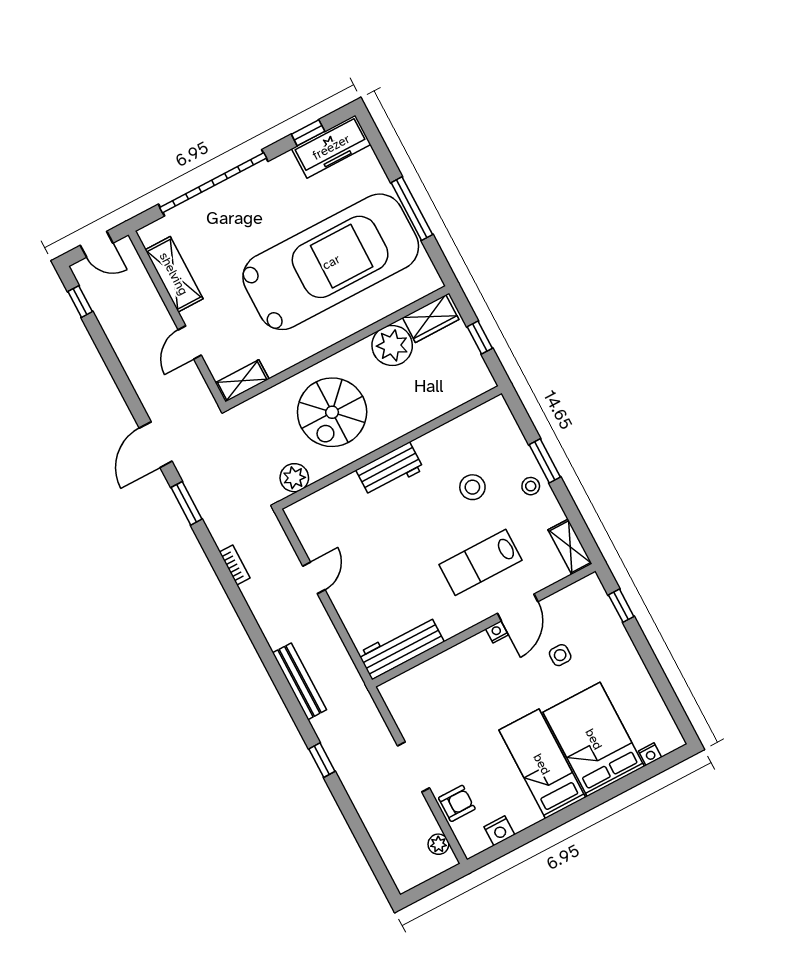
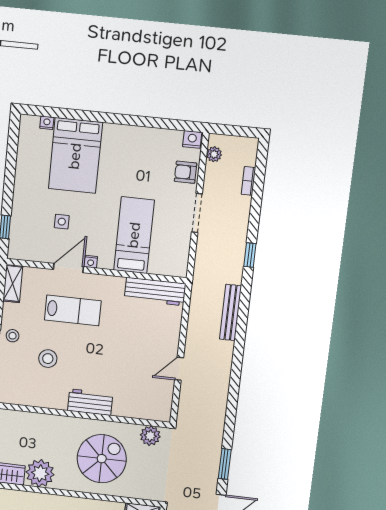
bookcase: (235, 565) -> (248, 181), moved
bed: (542, 764) -> (134, 235), moved, turned 180
nightstand: (499, 831) -> (192, 139), moved

